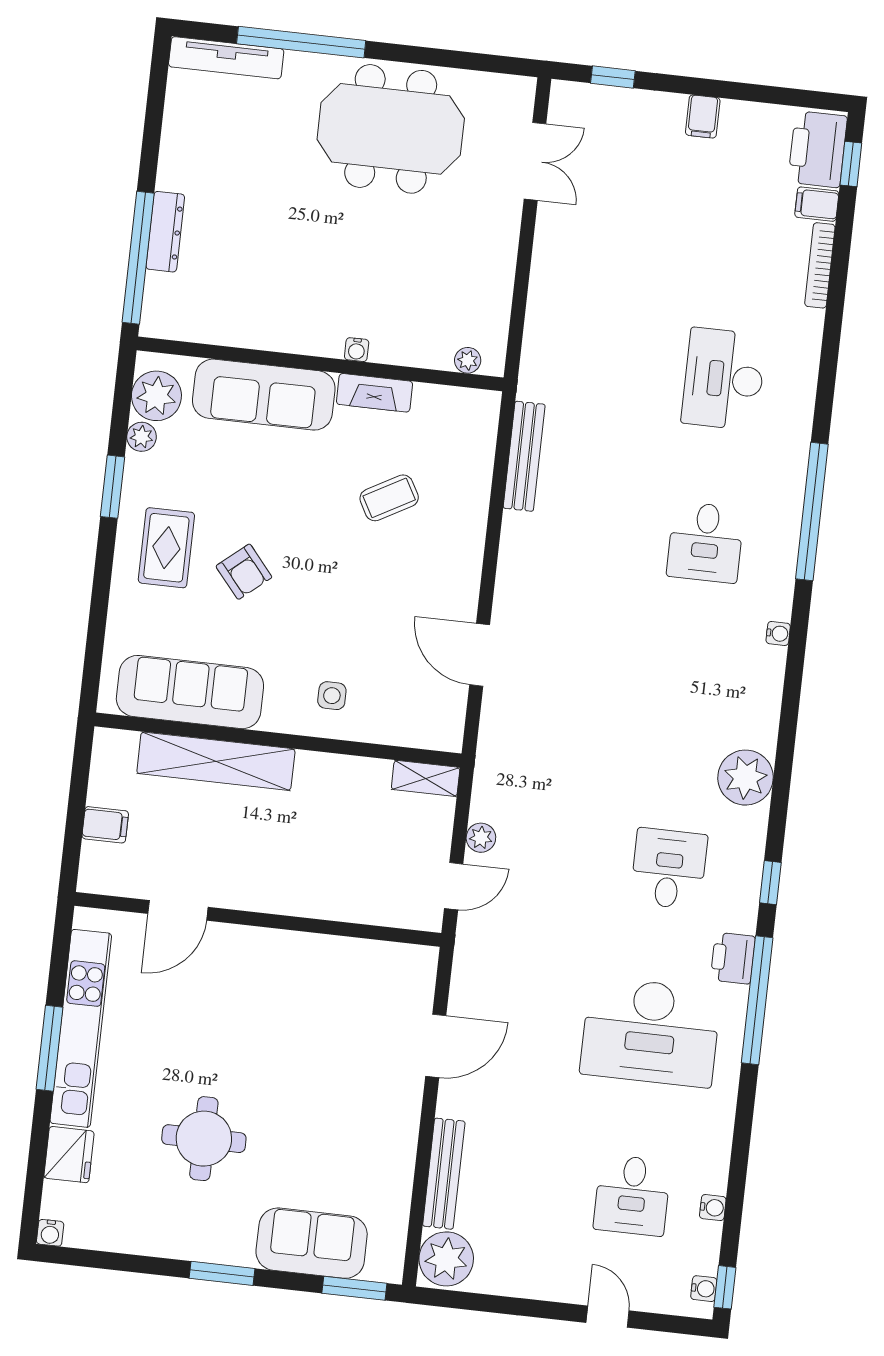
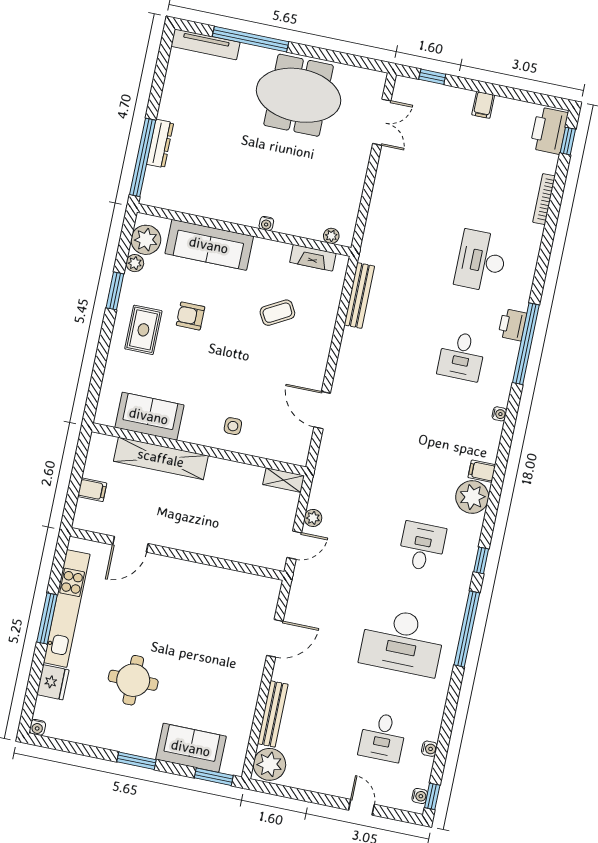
filing cabinet: (817, 204) -> (482, 471), moved
fireplace: (374, 393) -> (313, 258), moved
armchair: (244, 572) -> (191, 316), moved, turned 130
sofa: (190, 692) -> (149, 416), width x0.73
printer: (733, 958) -> (512, 325), moved

